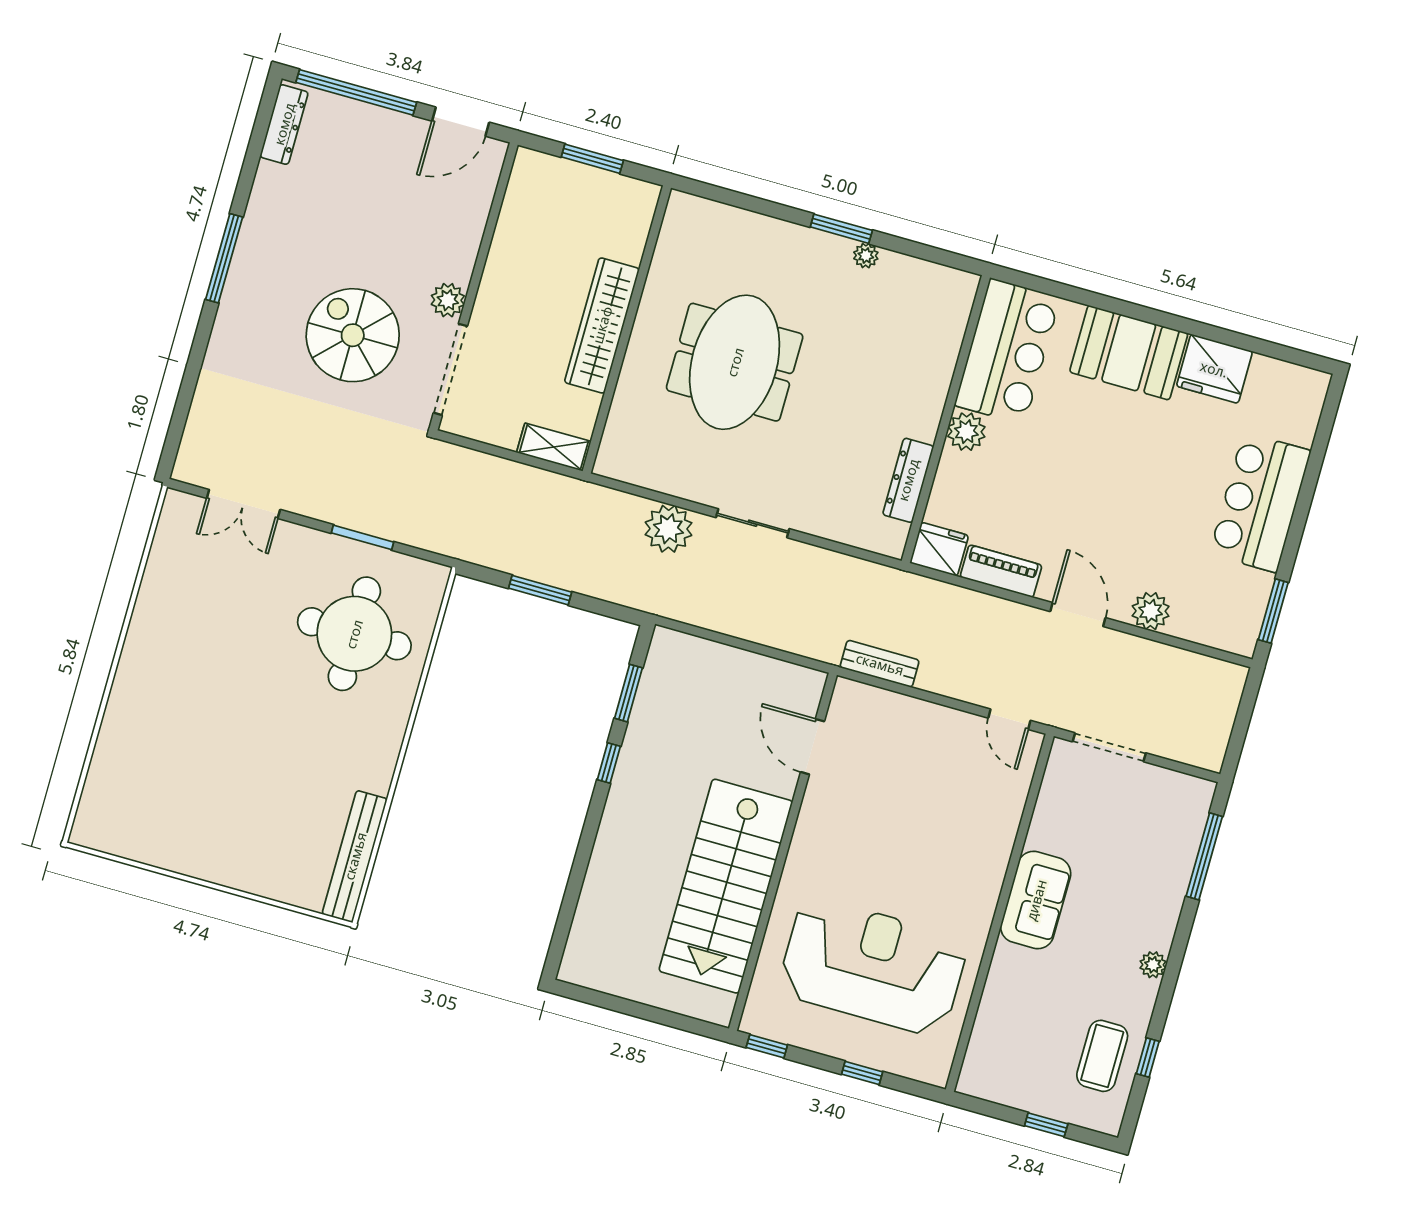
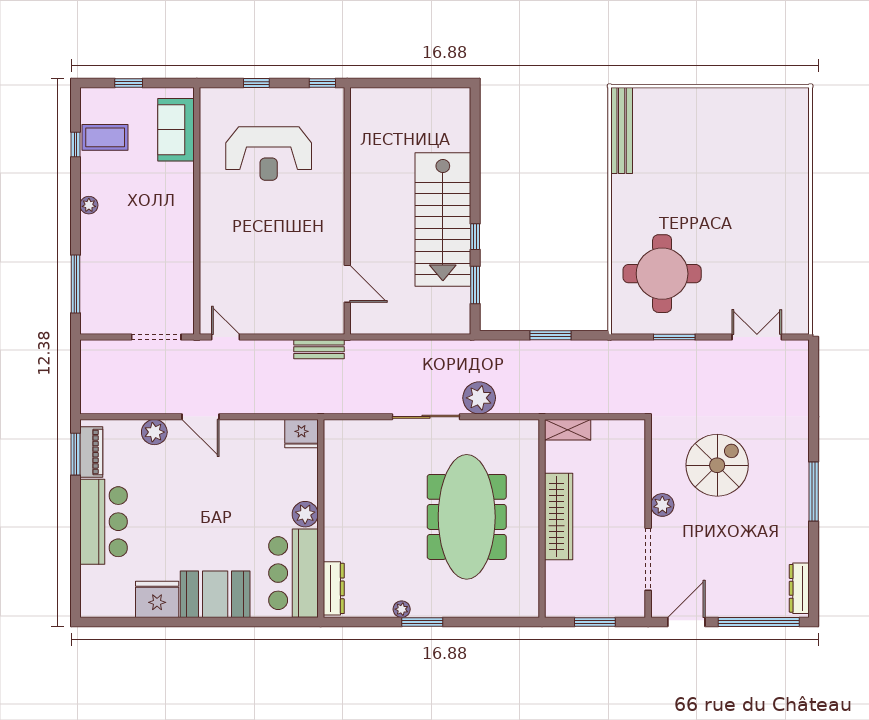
spiral stairs: (353, 335) -> (717, 465), turned -90
meeting table: (735, 362) -> (467, 517), width x1.36
doorway: (450, 369) -> (648, 559), moved
dresser: (908, 480) -> (334, 588), moved
sliding door: (753, 523) -> (426, 417), width x1.37
piano: (1001, 571) -> (91, 452), moved, turned -90
stairs: (726, 886) -> (443, 219), moved, turned 180
sofa: (1036, 900) -> (176, 130), moved
reception desk: (873, 966) -> (269, 154), width x0.74, depth x0.77
coffee table: (1102, 1056) -> (105, 137), turned 90

